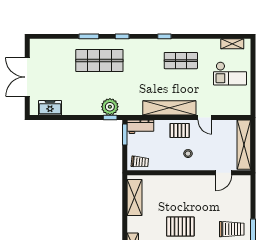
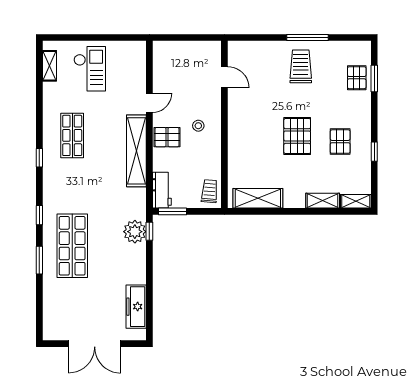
freezer: (50, 108) -> (136, 307), width x1.40
pallet: (180, 131) -> (167, 137), turned 90
shelving: (244, 145) -> (186, 50), removed

